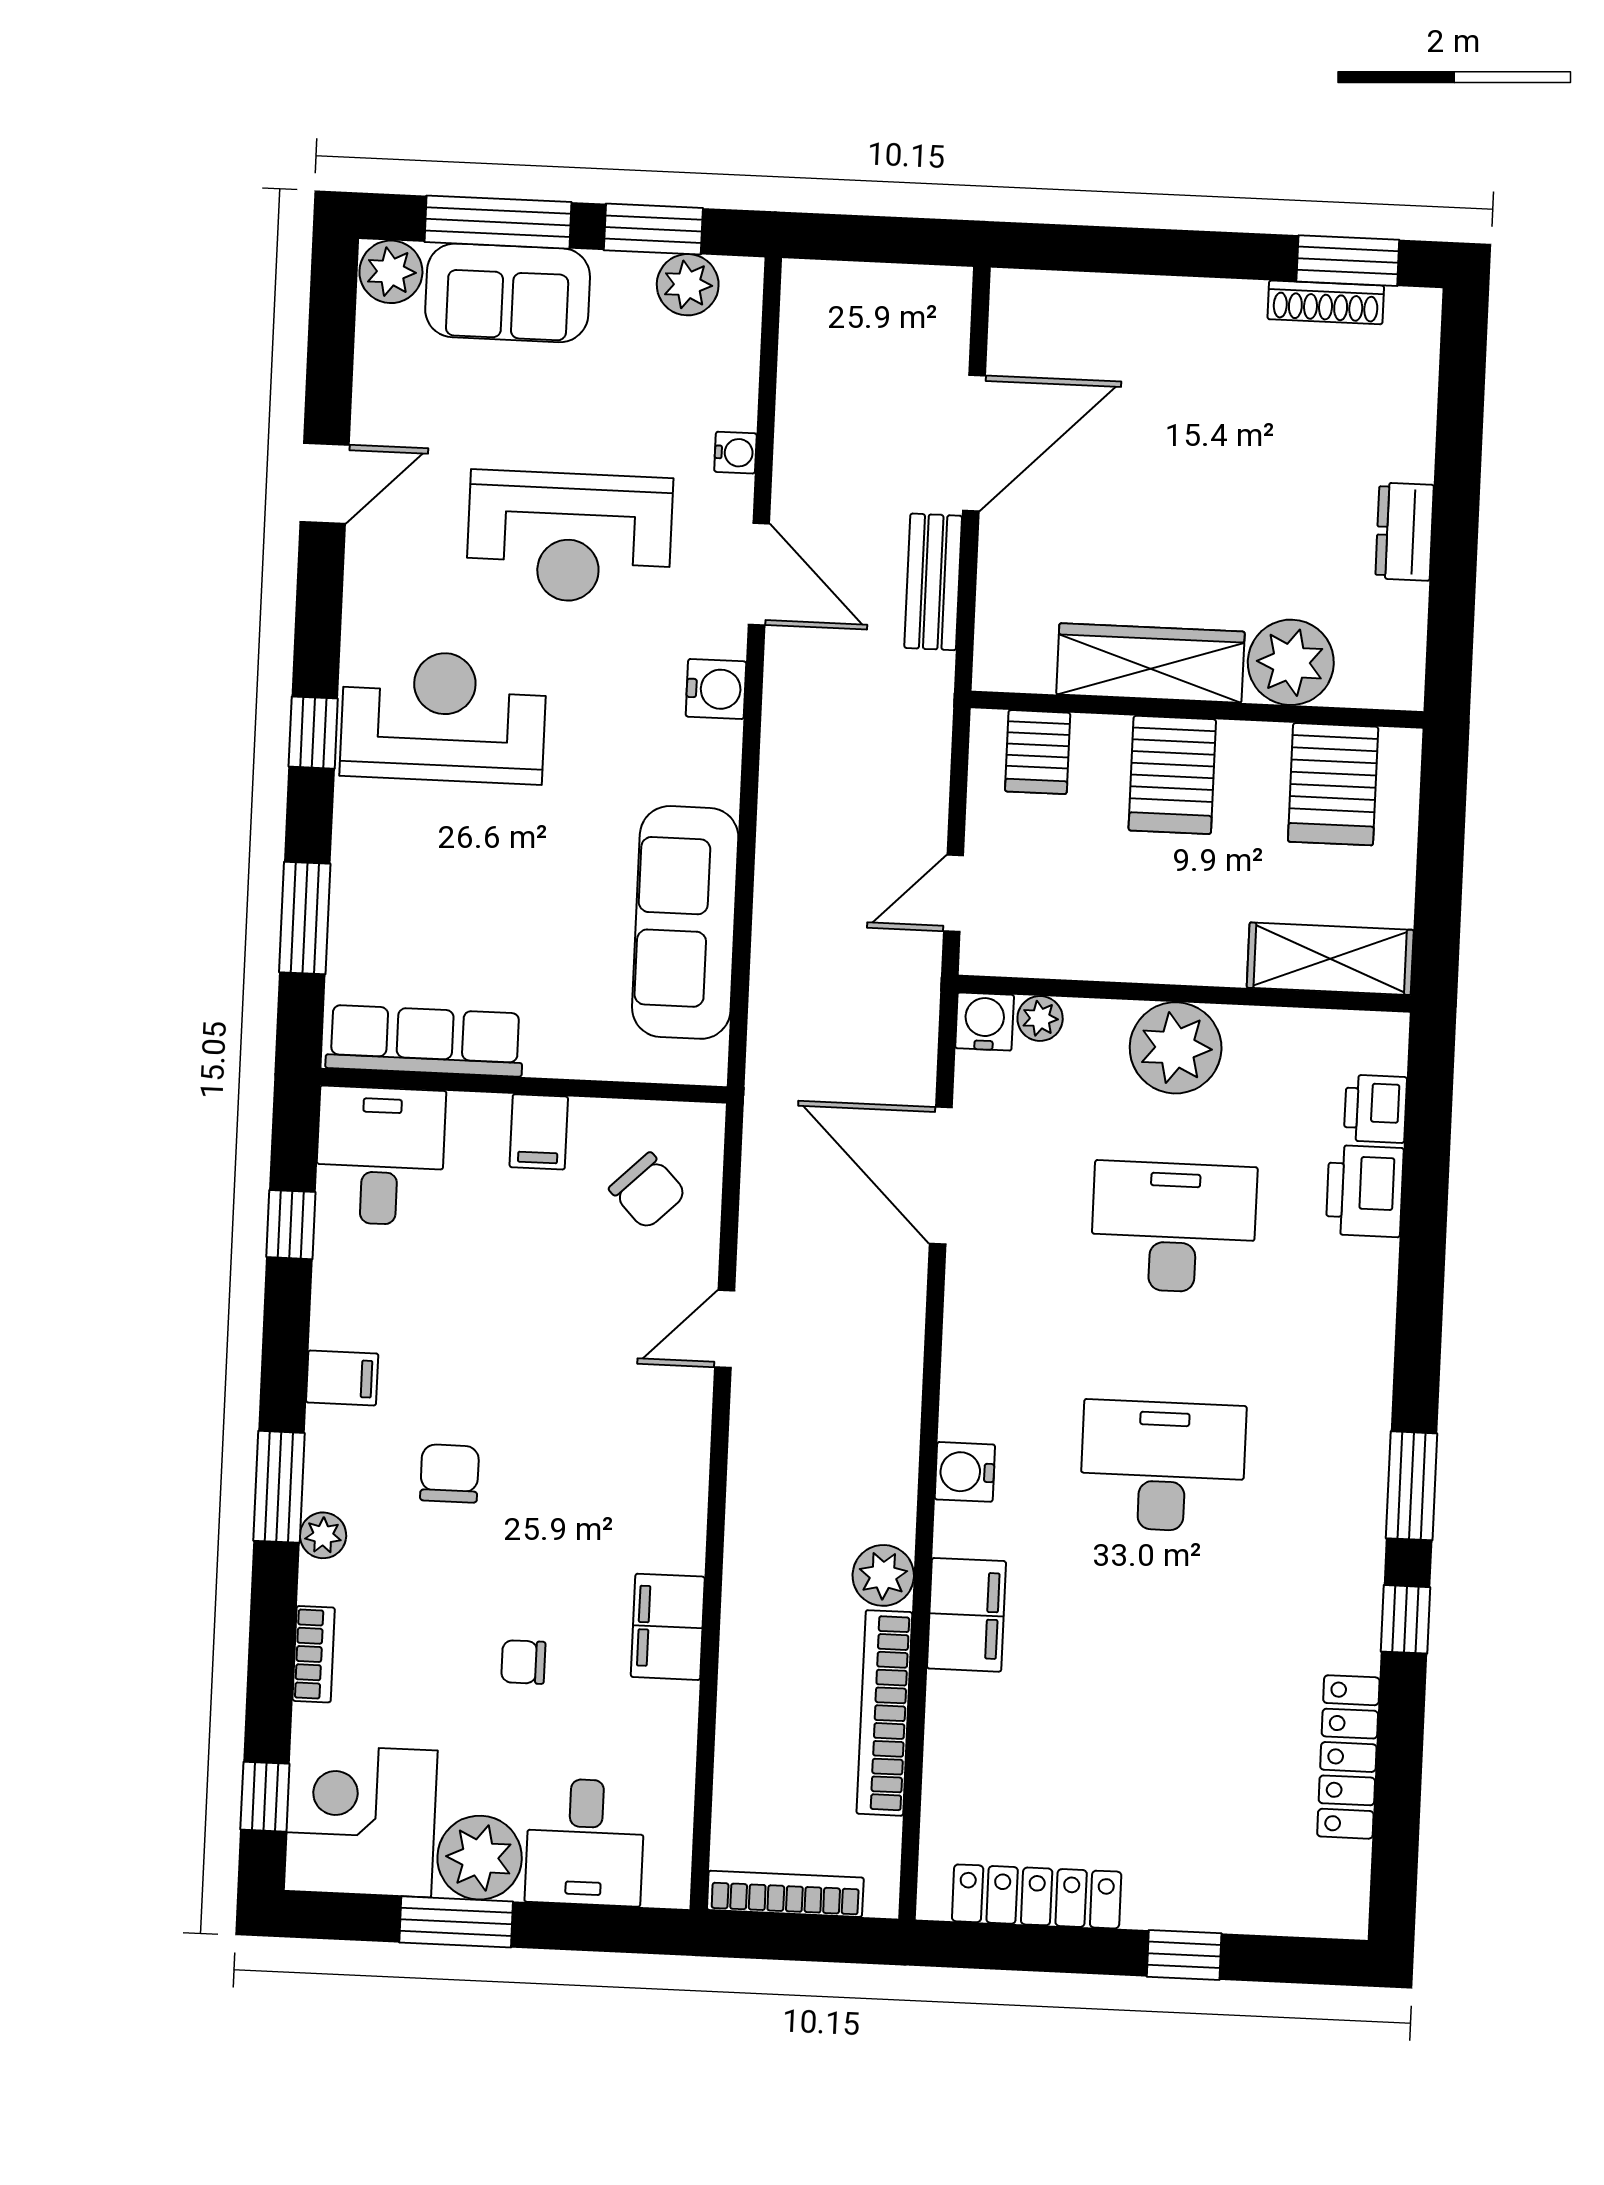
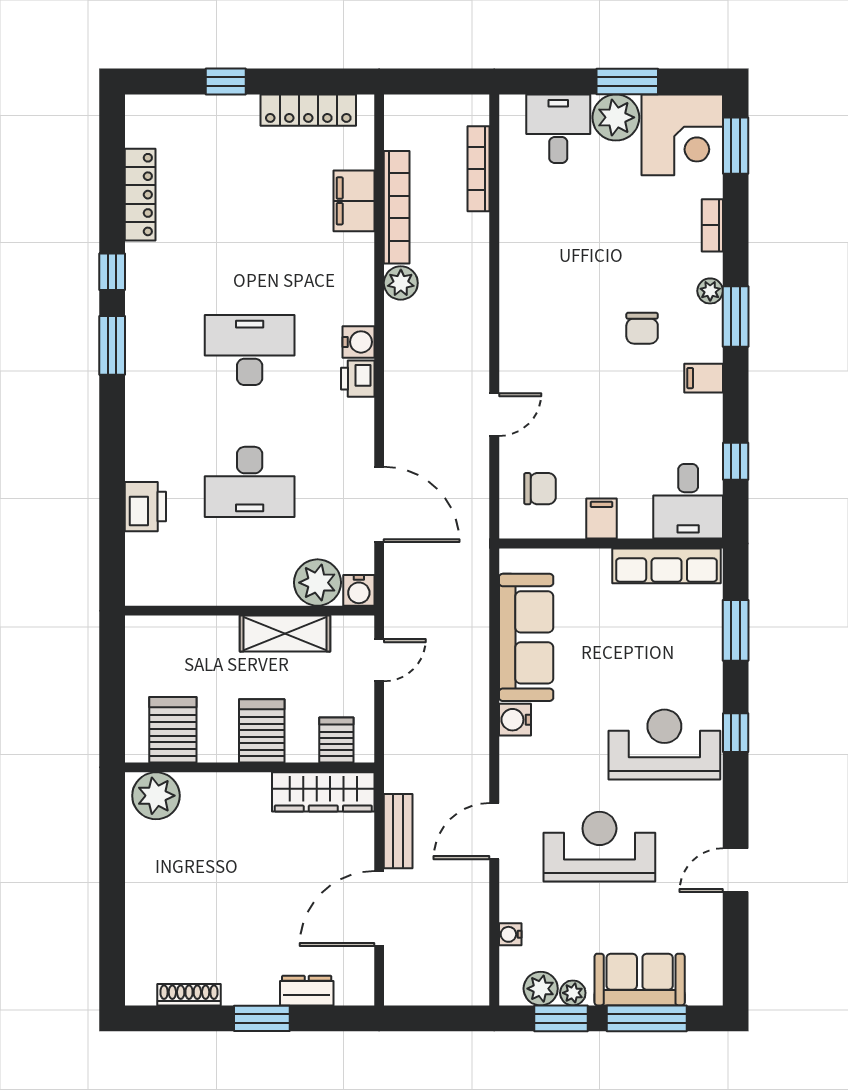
window: (1348, 261) -> (262, 1018), moved
plant: (391, 272) -> (573, 993), moved, width x0.73, depth x0.73
water cooler: (735, 453) -> (510, 934), moved
dresser: (1405, 532) -> (307, 991), moved, turned -90
door: (759, 574) -> (494, 831), hinge flipped
plant: (1291, 662) -> (156, 796), moved
wardrobe: (1150, 663) -> (323, 792), moved
water cooler: (716, 689) -> (515, 720), moved
reception desk: (443, 717) -> (664, 745), turned 180
shelving: (1330, 959) -> (285, 634), moved
plant: (1040, 1018) -> (317, 583), width x1.88, depth x1.88
plant: (1176, 1048) -> (253, 581), removed
printer: (1375, 1109) -> (358, 379), moved, turned 180
chair: (648, 1191) -> (540, 489), turned 134
desk: (1163, 1466) -> (250, 350), turned 180
filing cabinet: (967, 1615) -> (354, 201), moved
filing cabinet: (668, 1627) -> (518, 249), removed
chair: (523, 1662) -> (597, 226), removed
window: (265, 1797) -> (736, 146), width x1.50
bookcase: (785, 1894) -> (479, 169), moved, turned 90

